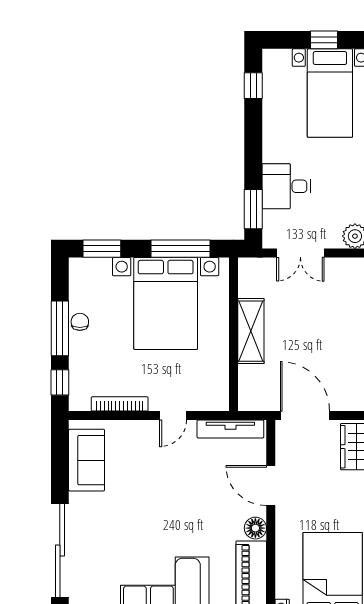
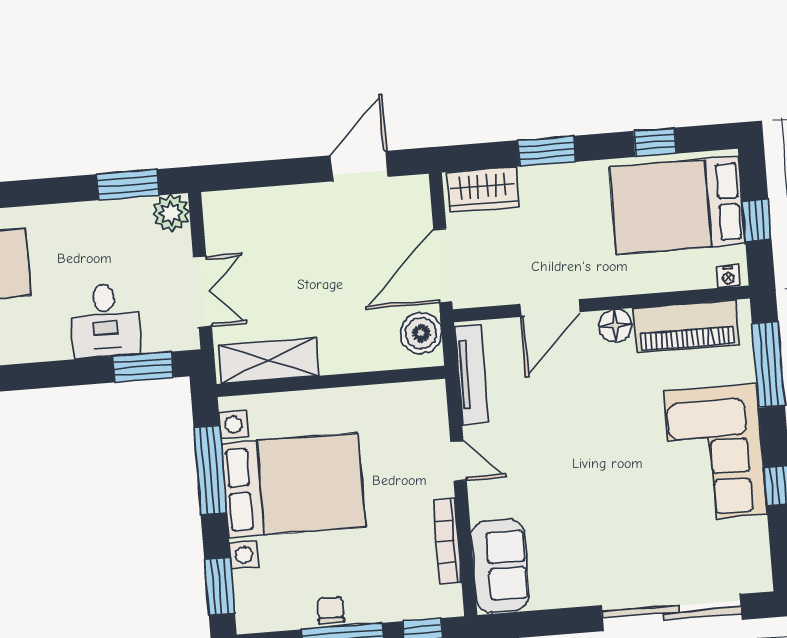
chair: (80, 322) -> (331, 610), turned 90
shelving: (251, 331) -> (268, 360), moved
boiler: (261, 397) -> (421, 333), added
sofa: (87, 460) -> (500, 566), moved, turned 90

